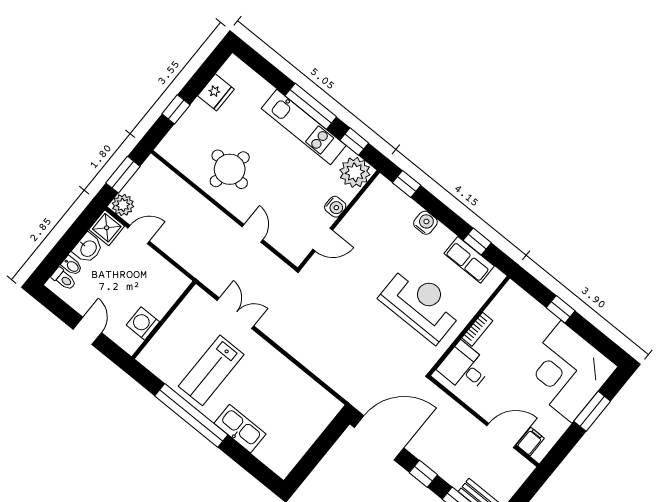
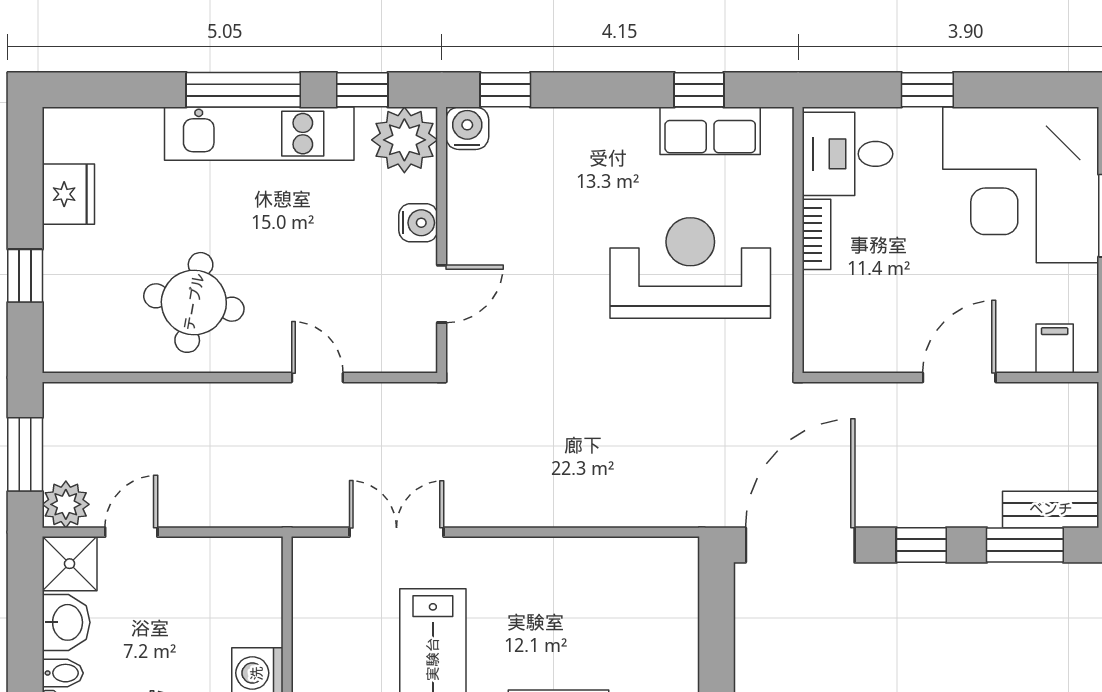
water cooler: (425, 223) -> (467, 128), moved
desk: (465, 368) -> (848, 154), moved
door: (501, 435) -> (959, 378), moved

